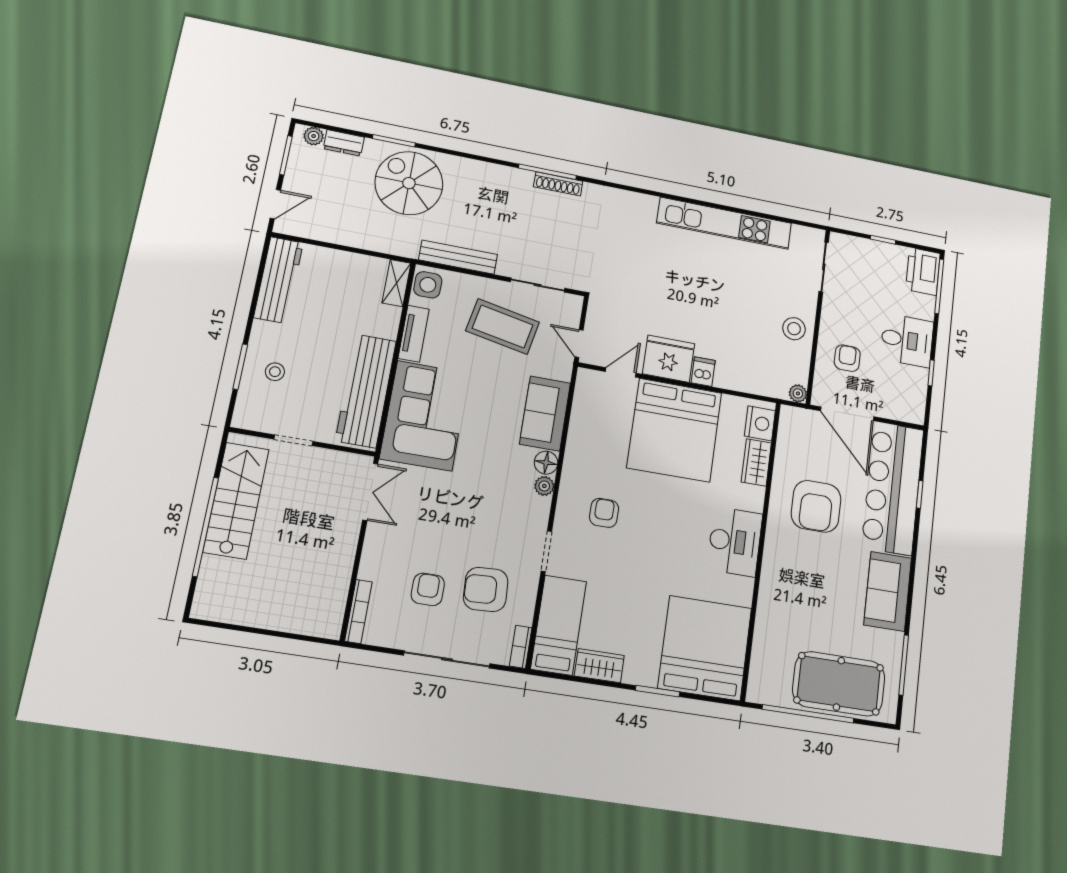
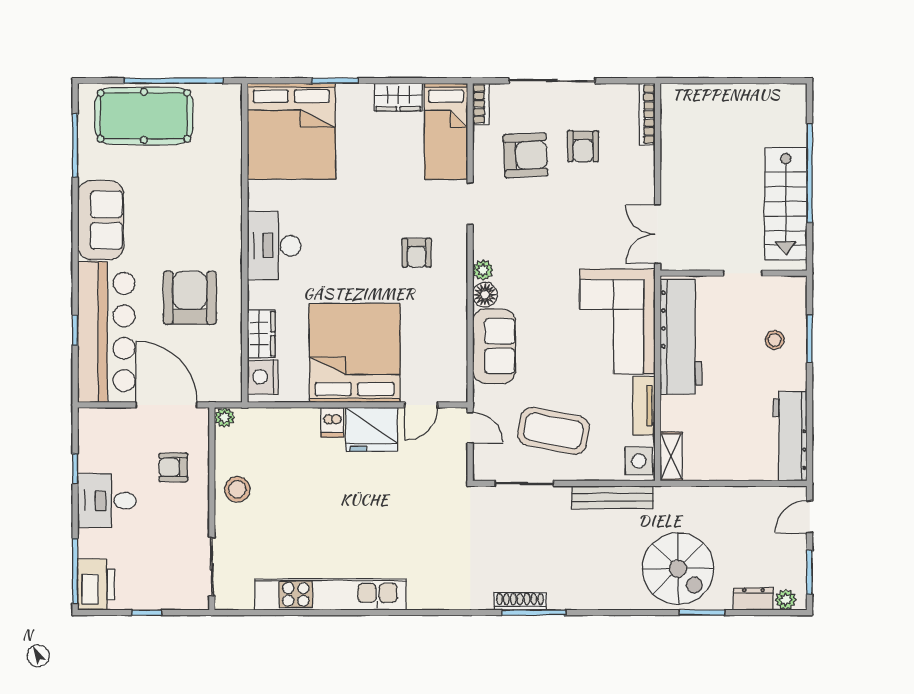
armchair: (847, 358) -> (173, 467), turned 90

